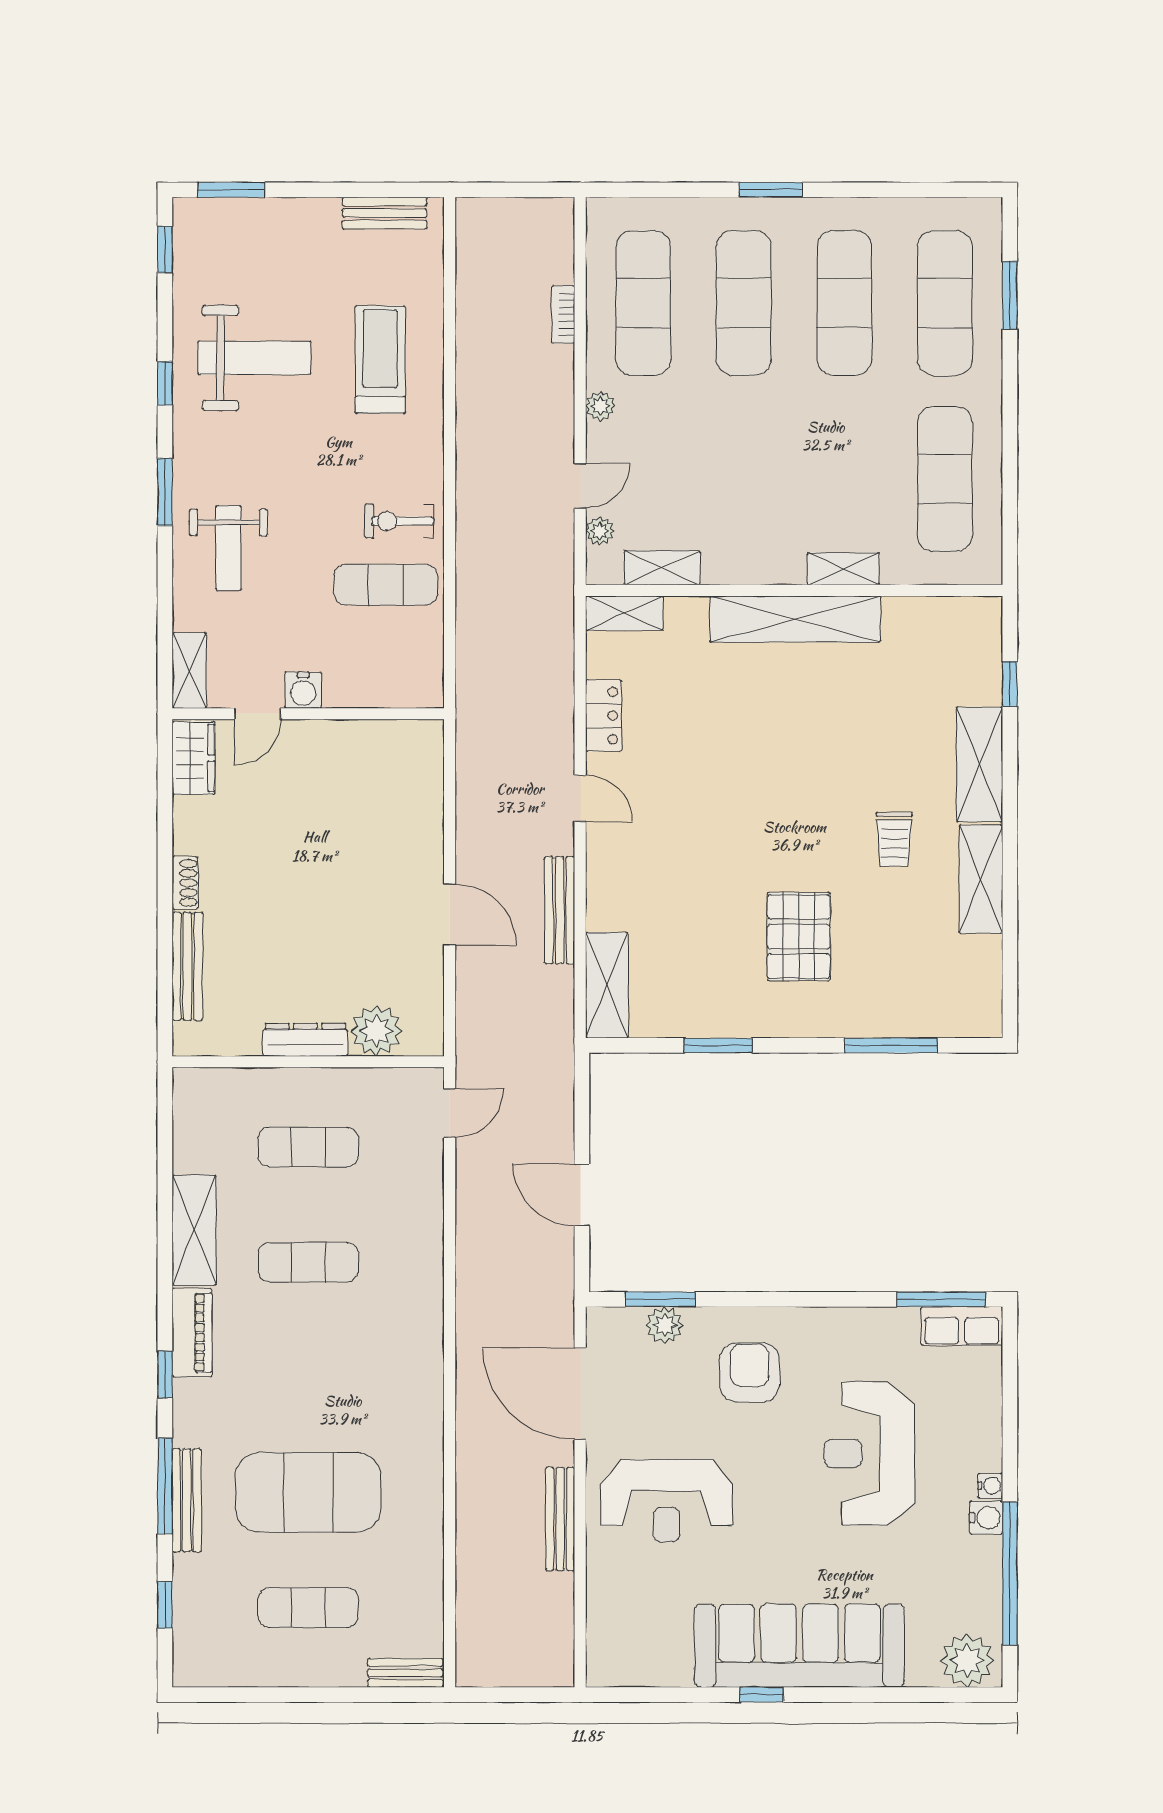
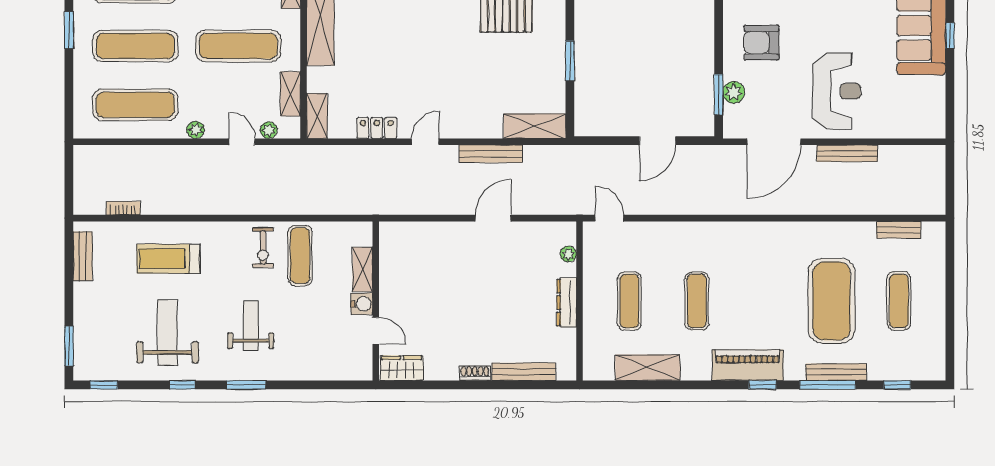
bookcase: (563, 314) -> (123, 208), moved, turned 180
exercise mat: (744, 479) -> (238, 46), added
weight bench: (228, 548) -> (251, 326), moved, turned -90
shelving: (189, 670) -> (363, 269), moved, turned 90
plant: (376, 1031) -> (568, 254), width x0.53, depth x0.53
shelving: (194, 1230) -> (648, 368), moved
piano: (192, 1333) -> (748, 365), width x1.37, depth x1.33
bench: (405, 1673) -> (899, 230), moved, turned 90

